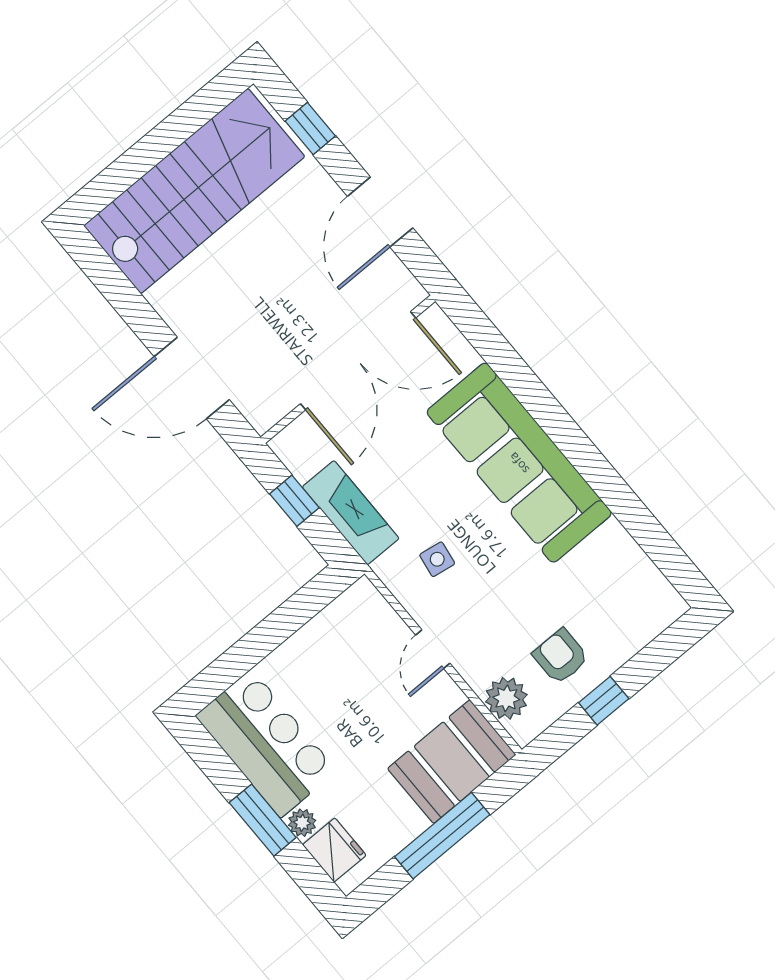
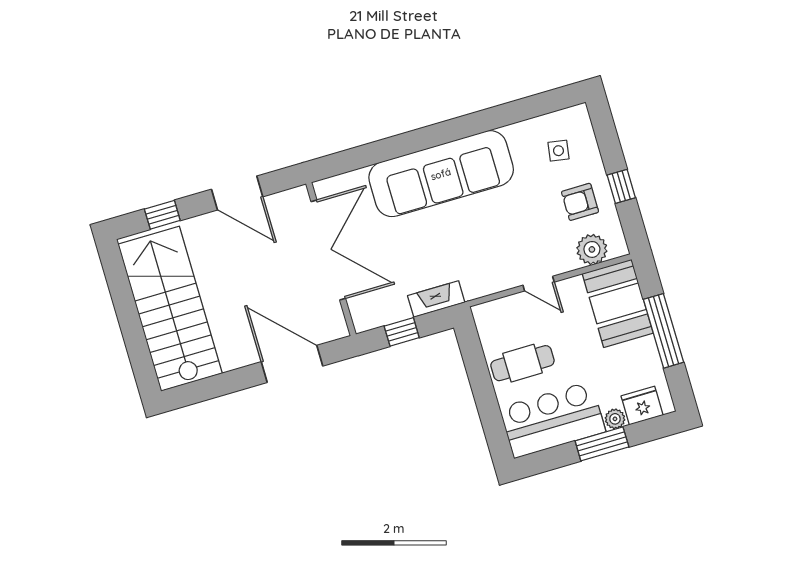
door: (192, 378) -> (292, 364), swing flipped
fireplace: (351, 513) -> (436, 299), width x0.73, depth x0.76
side table: (437, 559) -> (558, 151), moved
cafe table: (322, 673) -> (522, 363), added

